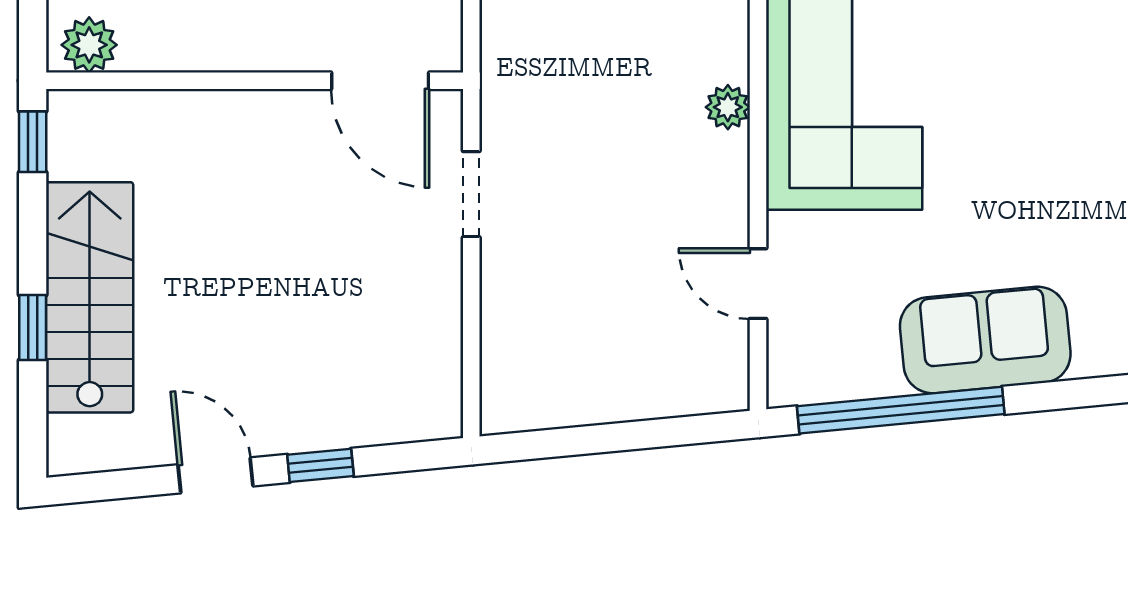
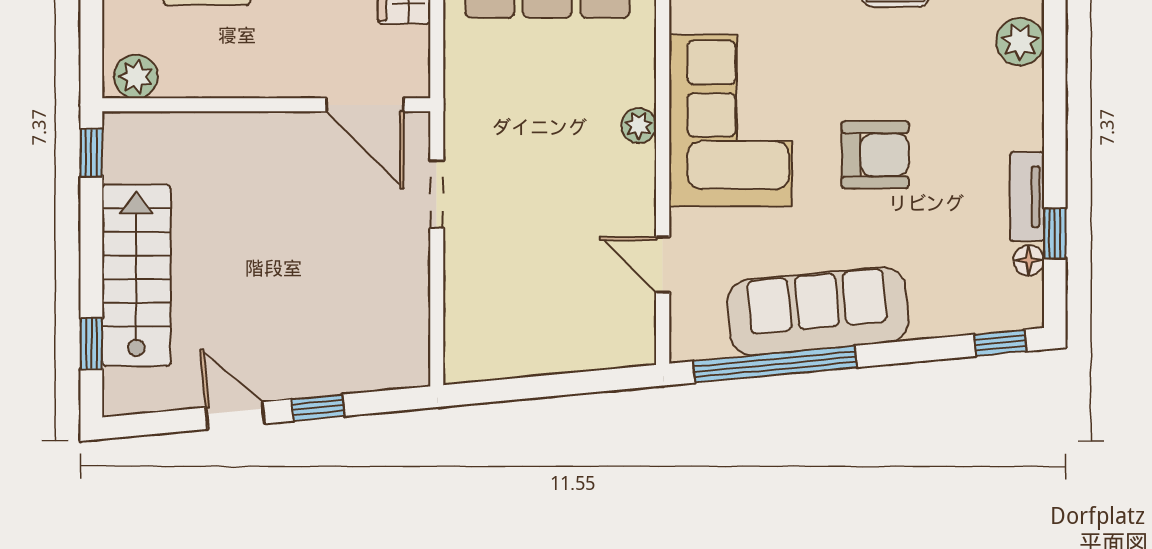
armchair: (1028, 144) -> (875, 155), added
window: (33, 327) -> (91, 344), moved
sofa: (985, 340) -> (818, 311), width x1.36

